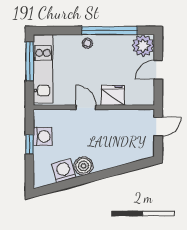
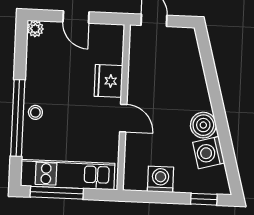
window: (110, 31) -> (18, 118), moved
plant: (143, 46) -> (35, 29), width x0.53, depth x0.53
door: (86, 107) -> (123, 118), swing flipped
window: (30, 144) -> (204, 199), moved

